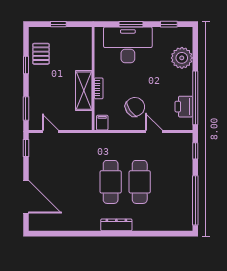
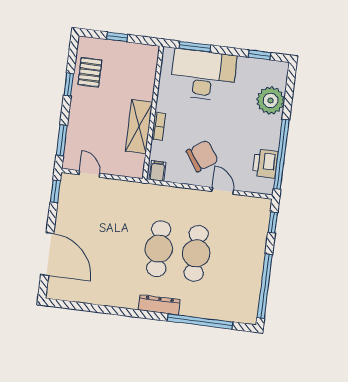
window: (131, 24) -> (195, 47), moved
window: (149, 234) -> (200, 321), added

